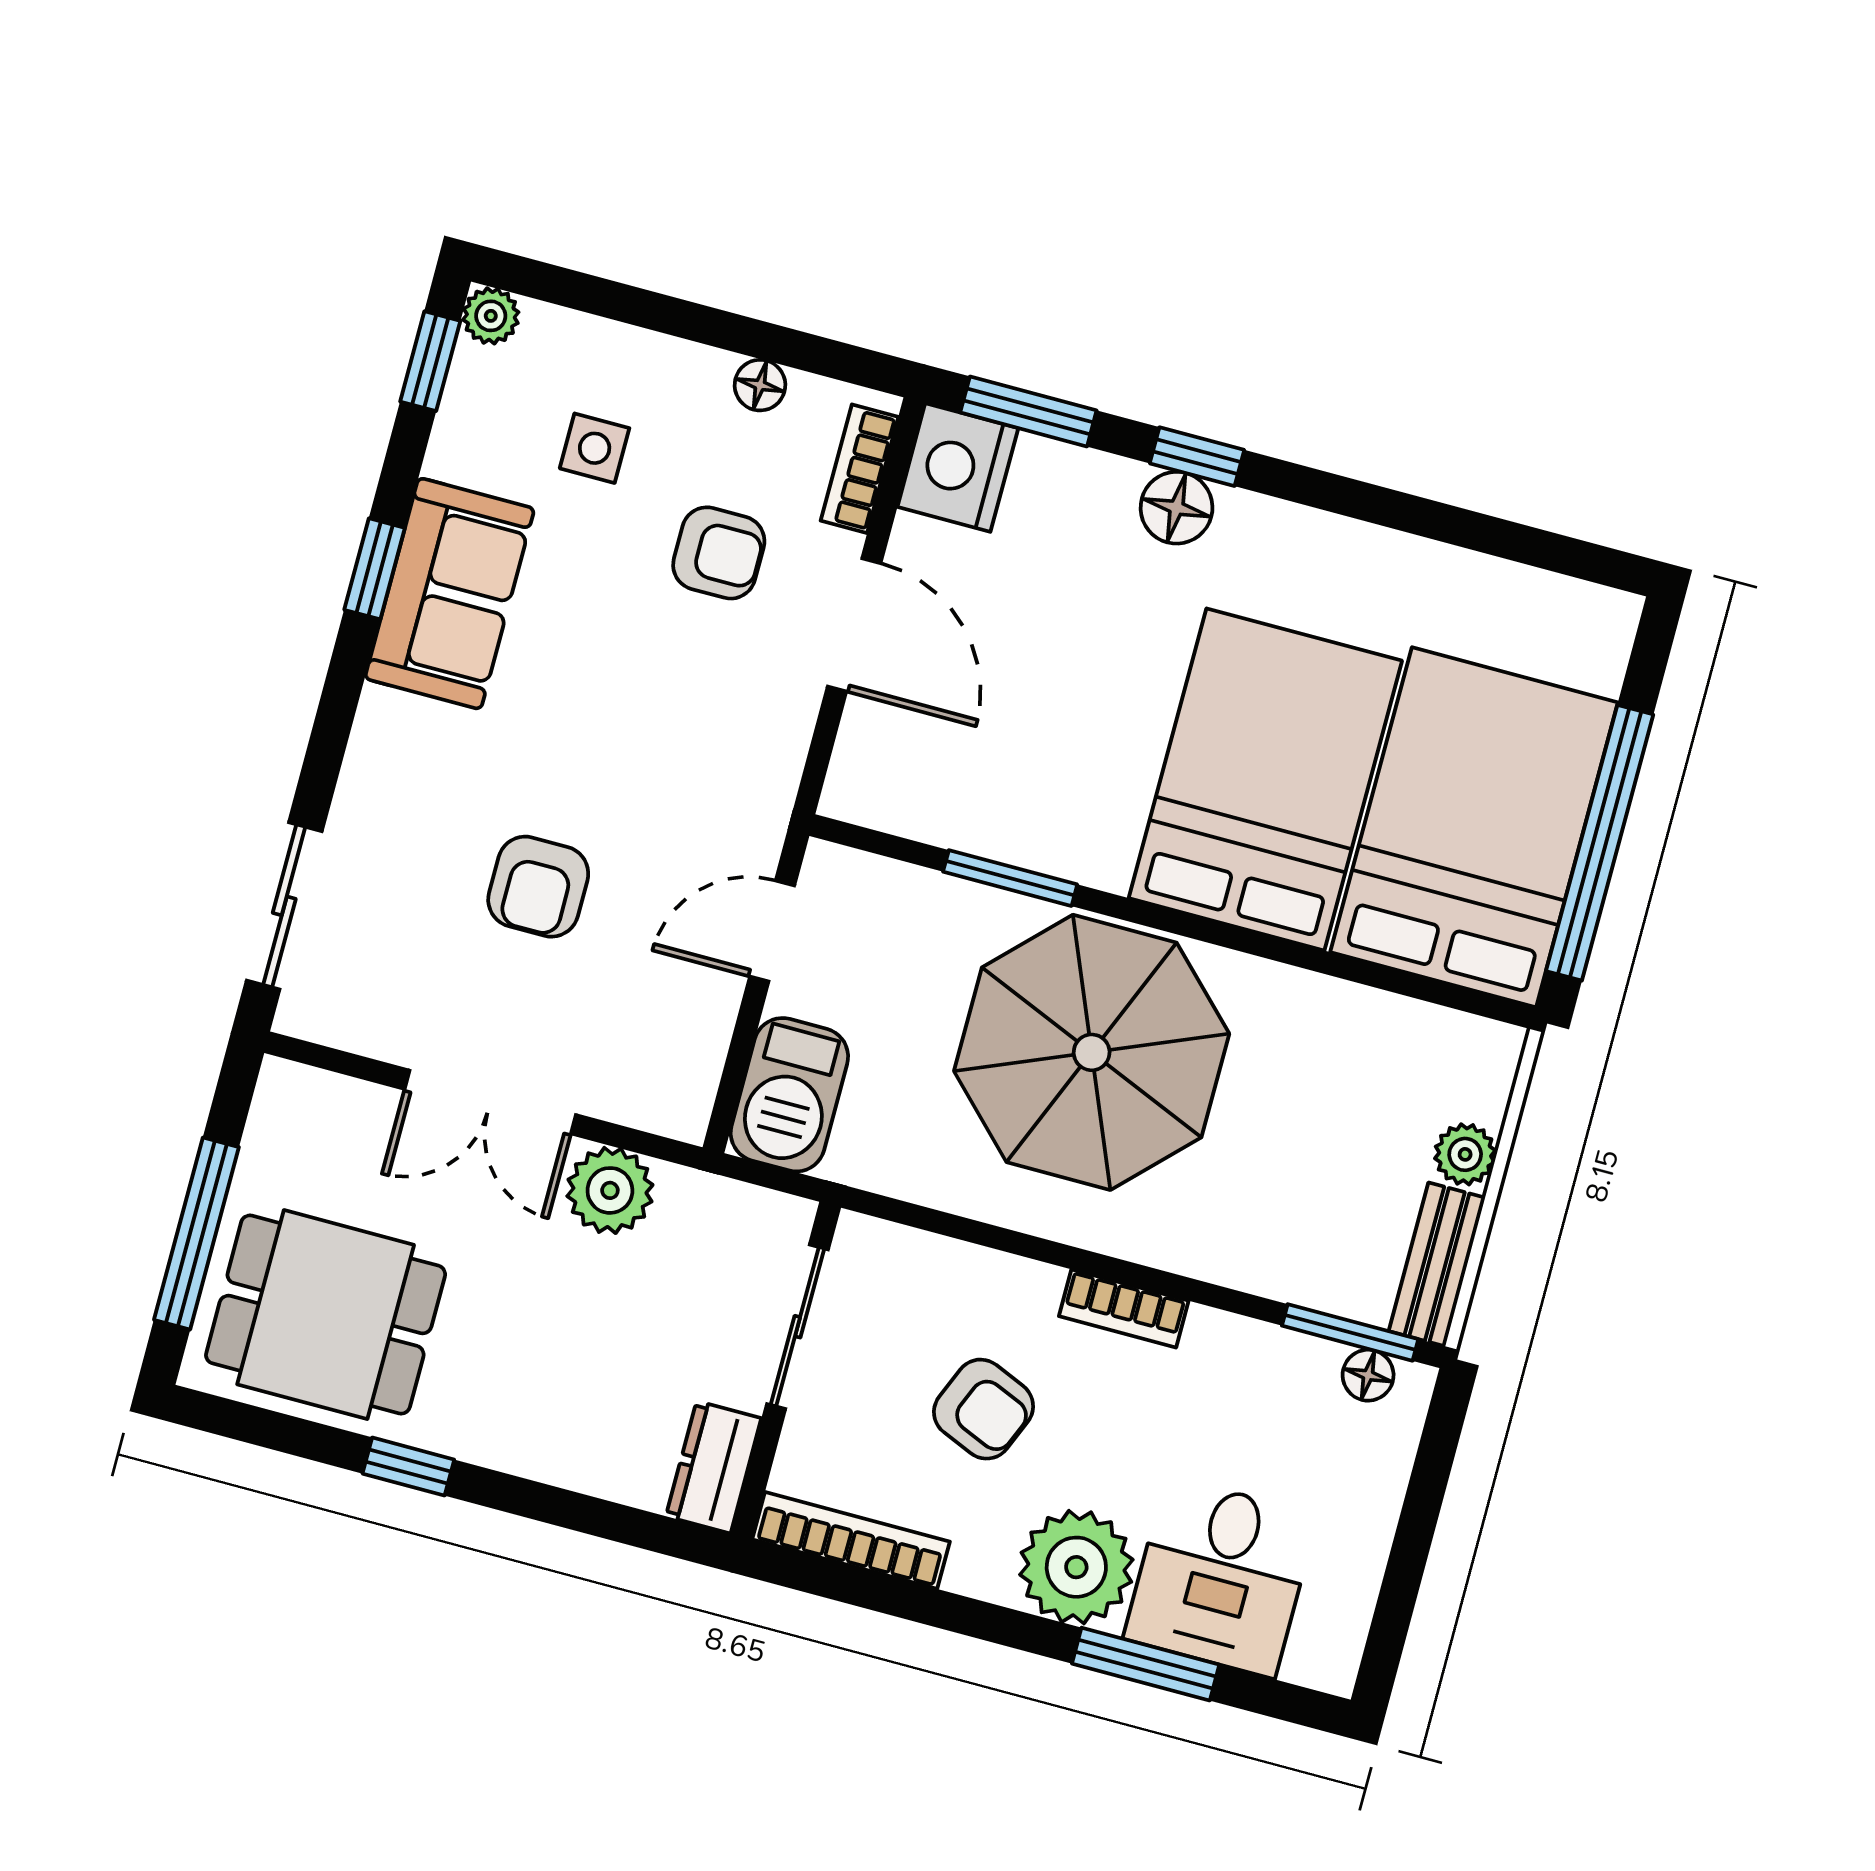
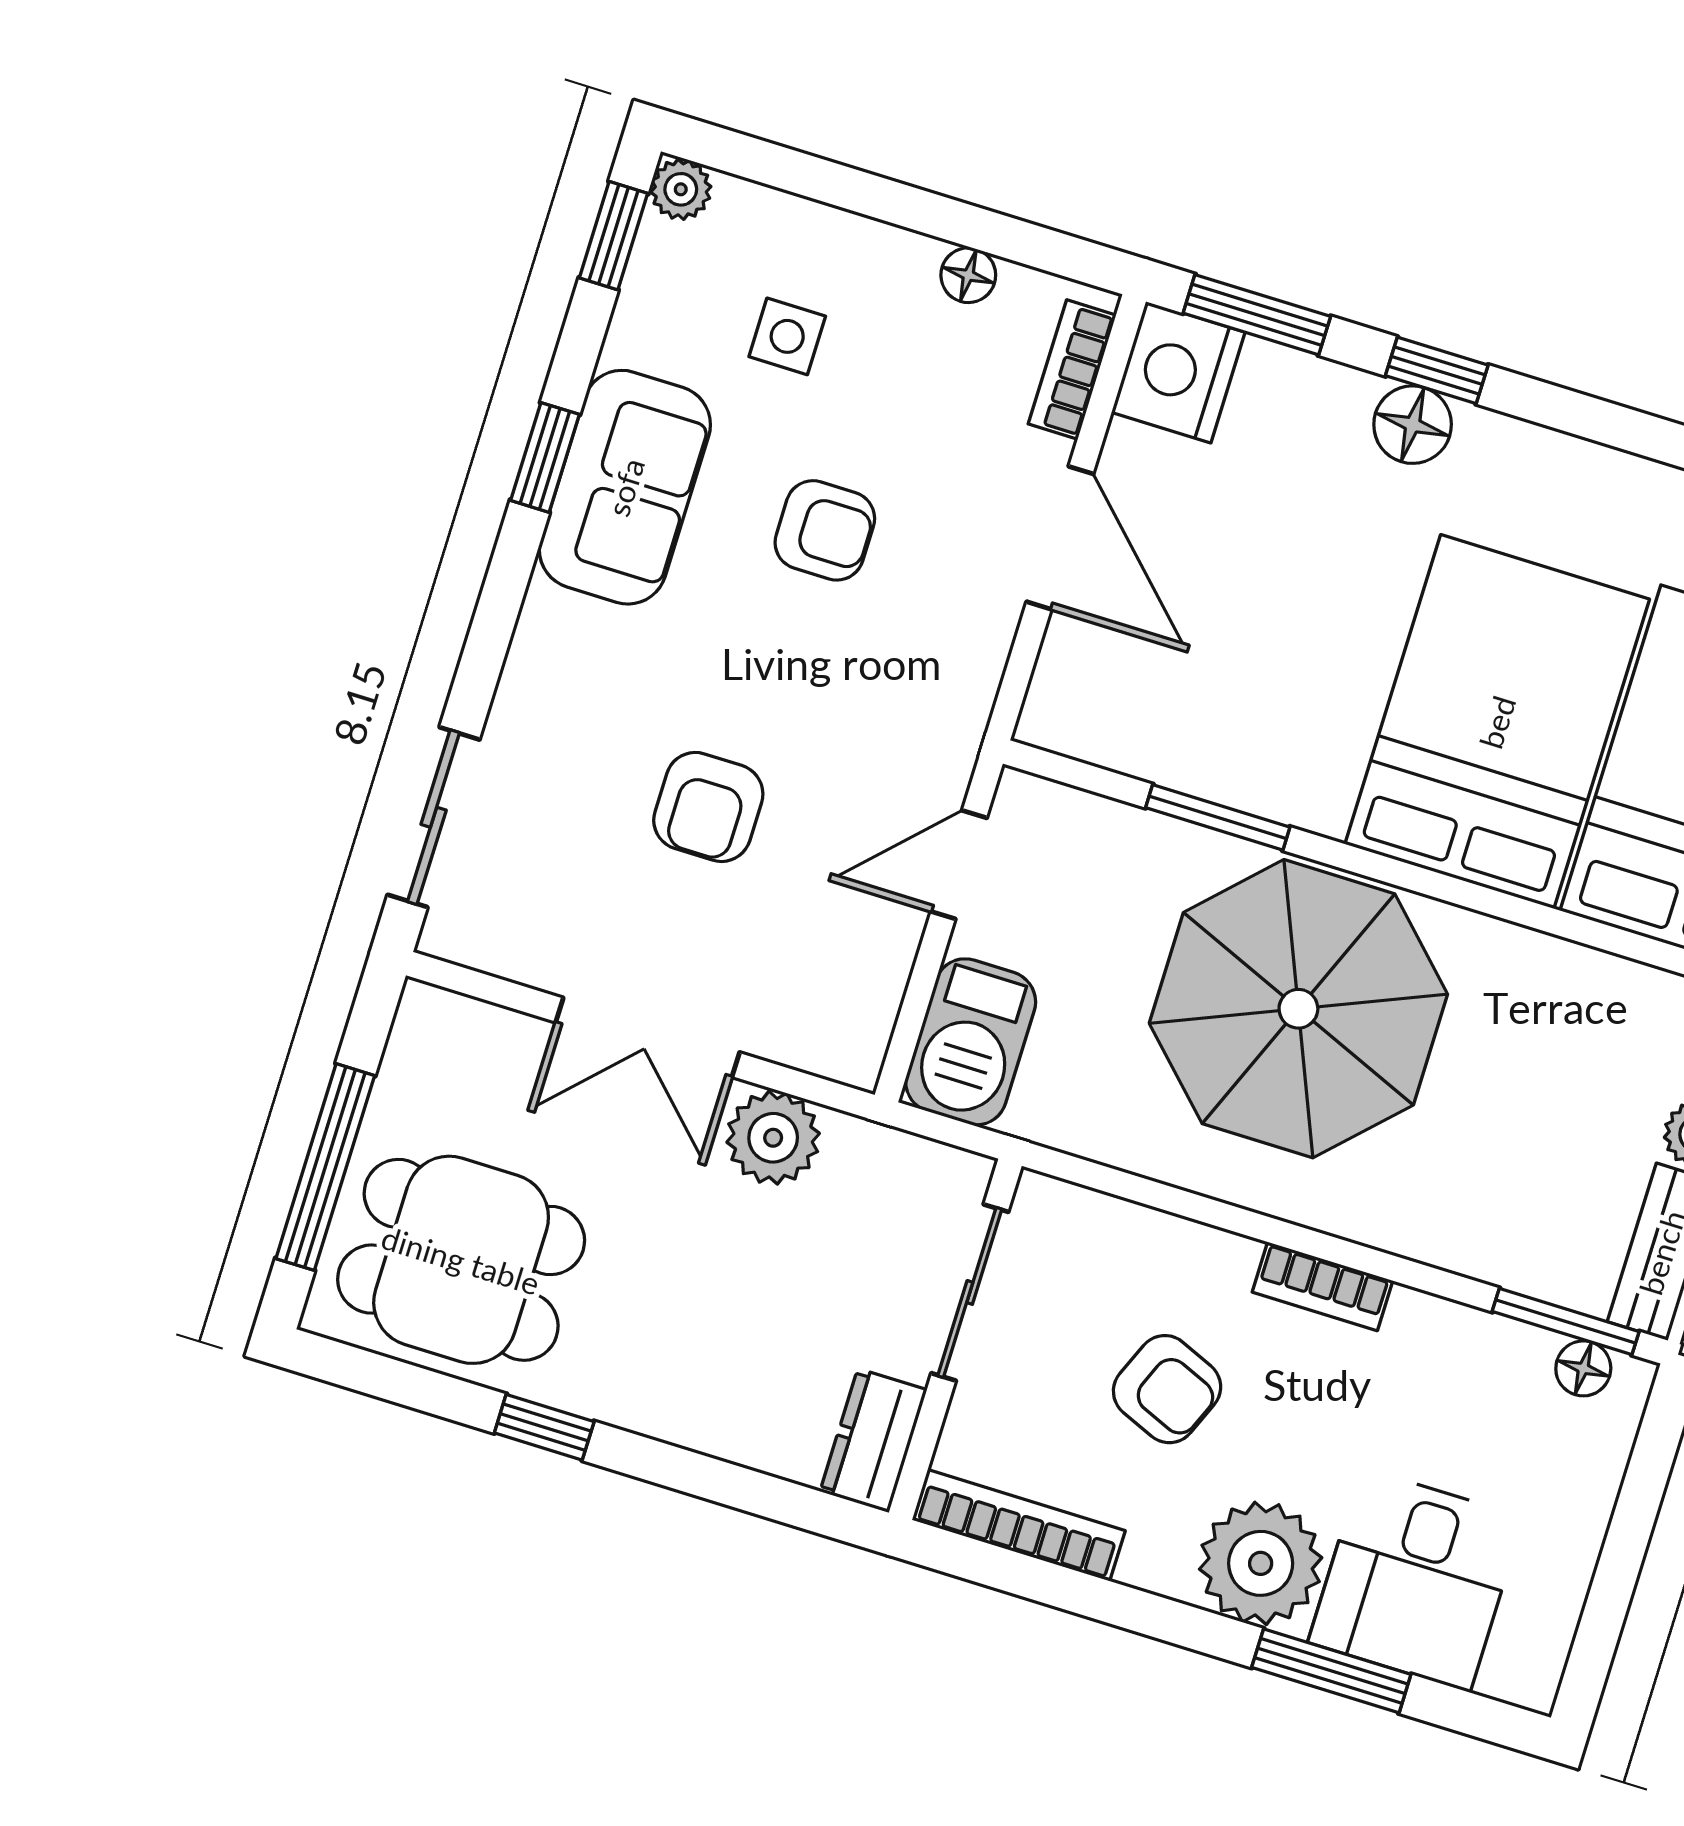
armchair: (719, 553) -> (825, 530), moved

